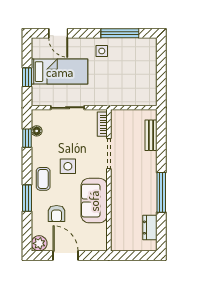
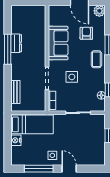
door: (58, 33) -> (69, 169), moved
nightstand: (150, 71) -> (16, 140), added
bed: (60, 72) -> (32, 124), moved, turned 180
side table: (68, 166) -> (72, 77), moved
dresser: (150, 228) -> (16, 43), moved

